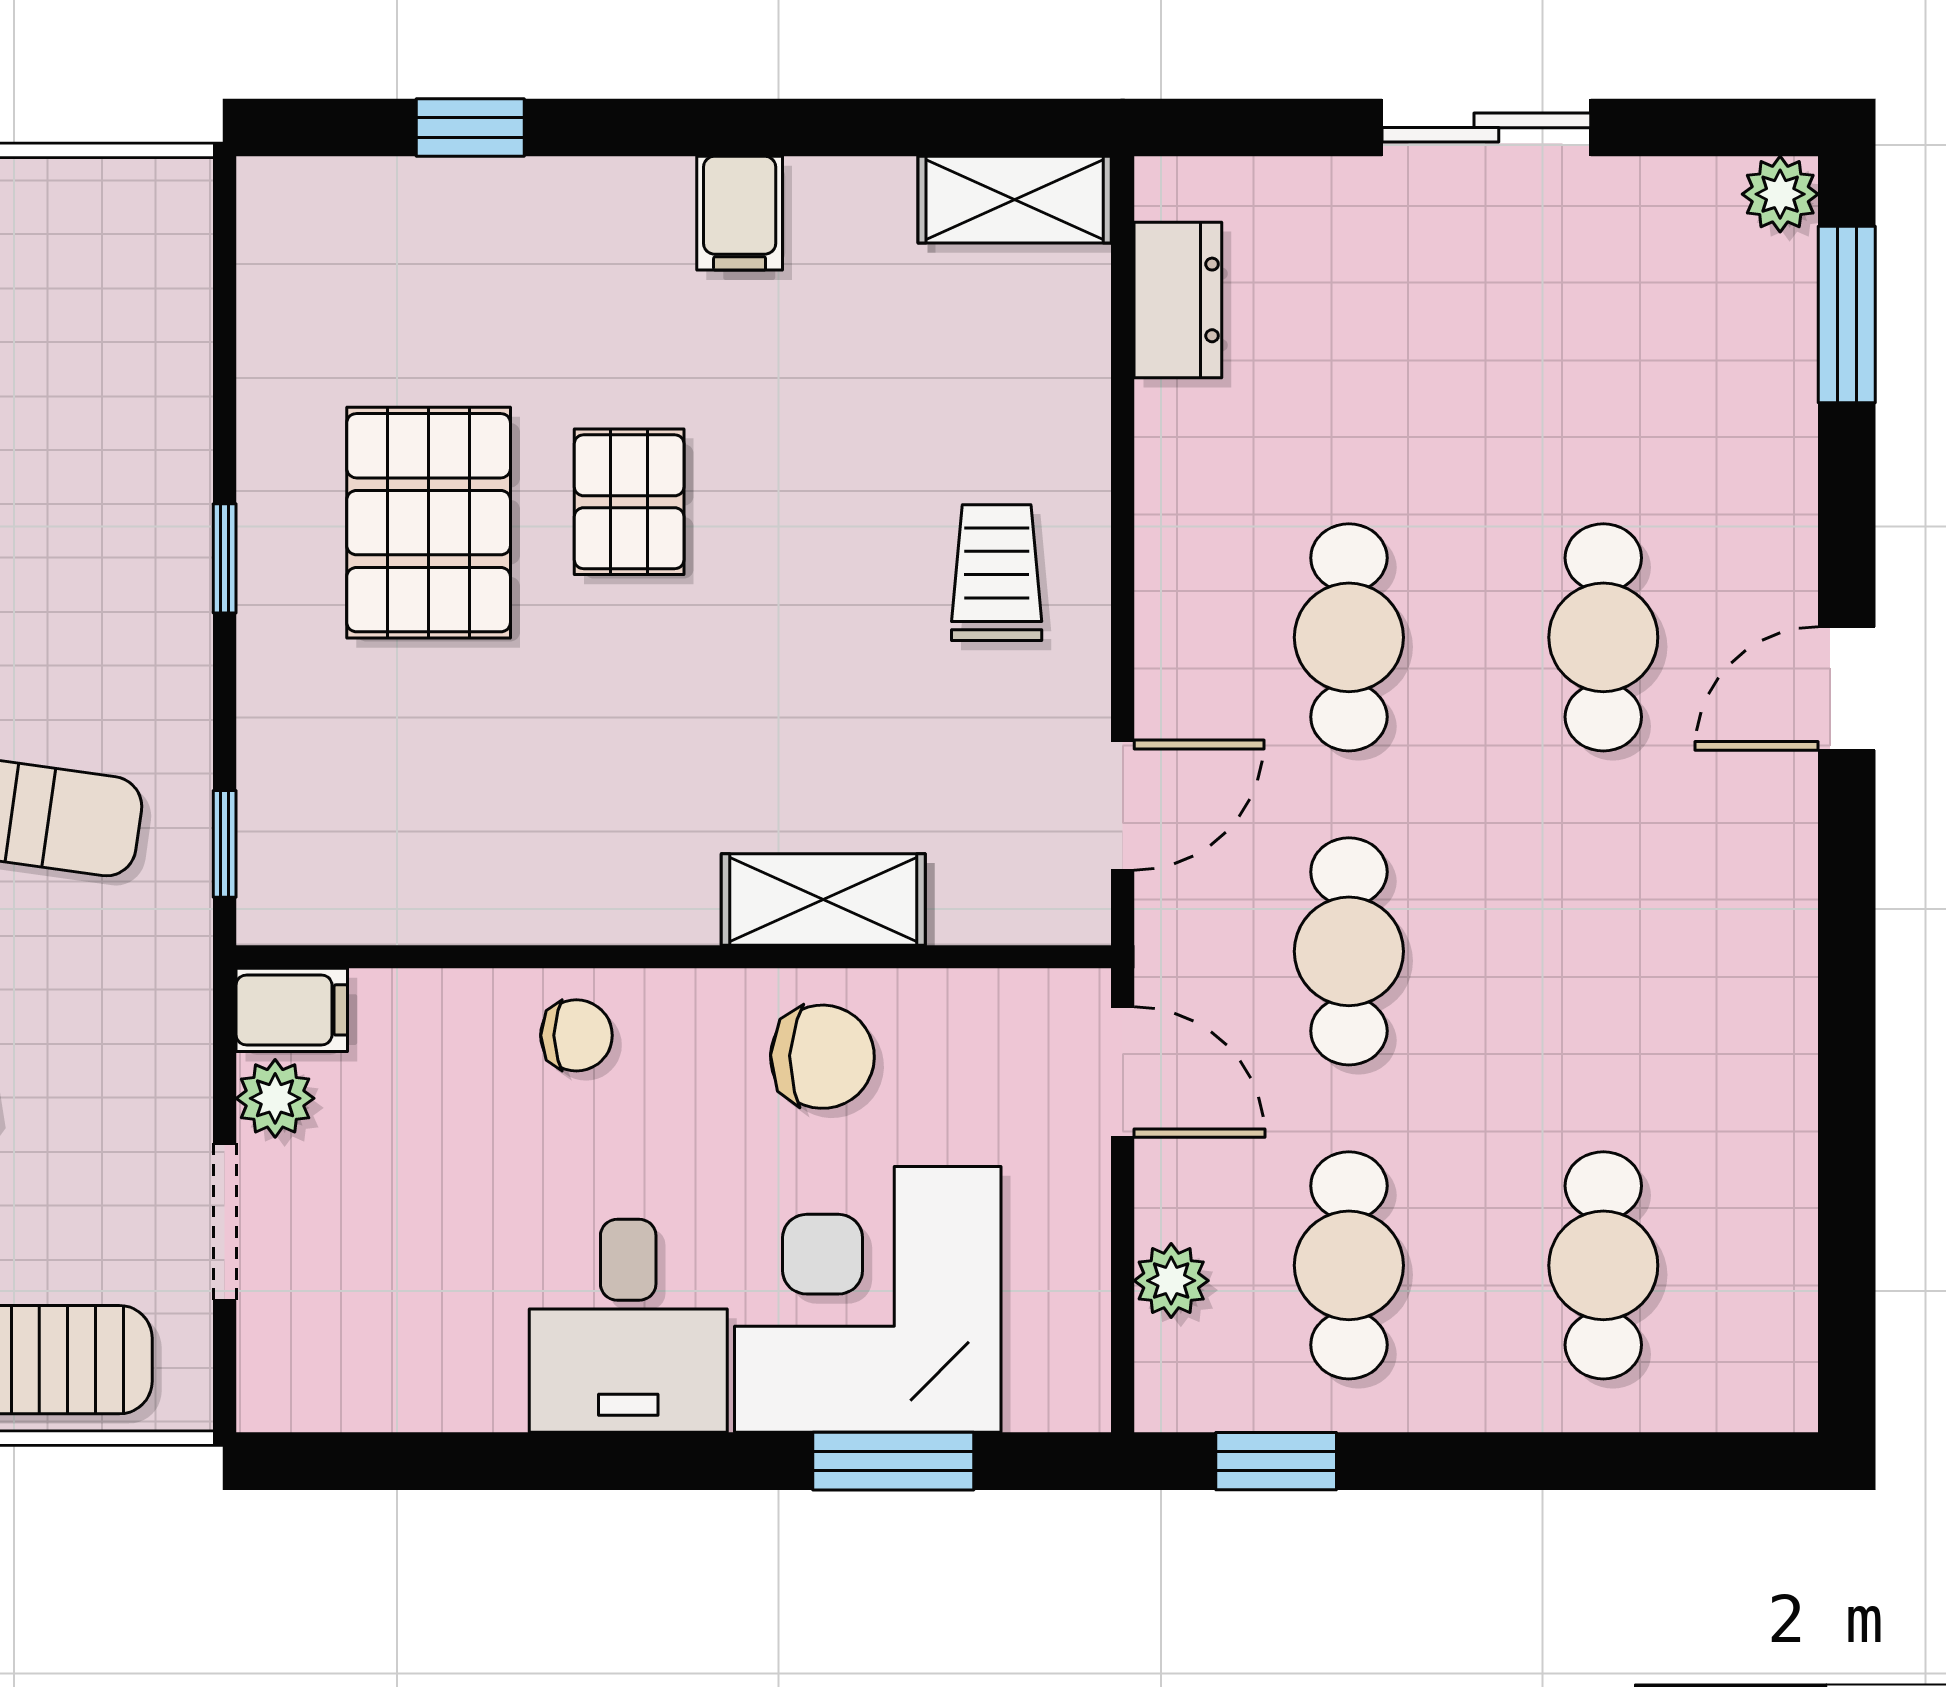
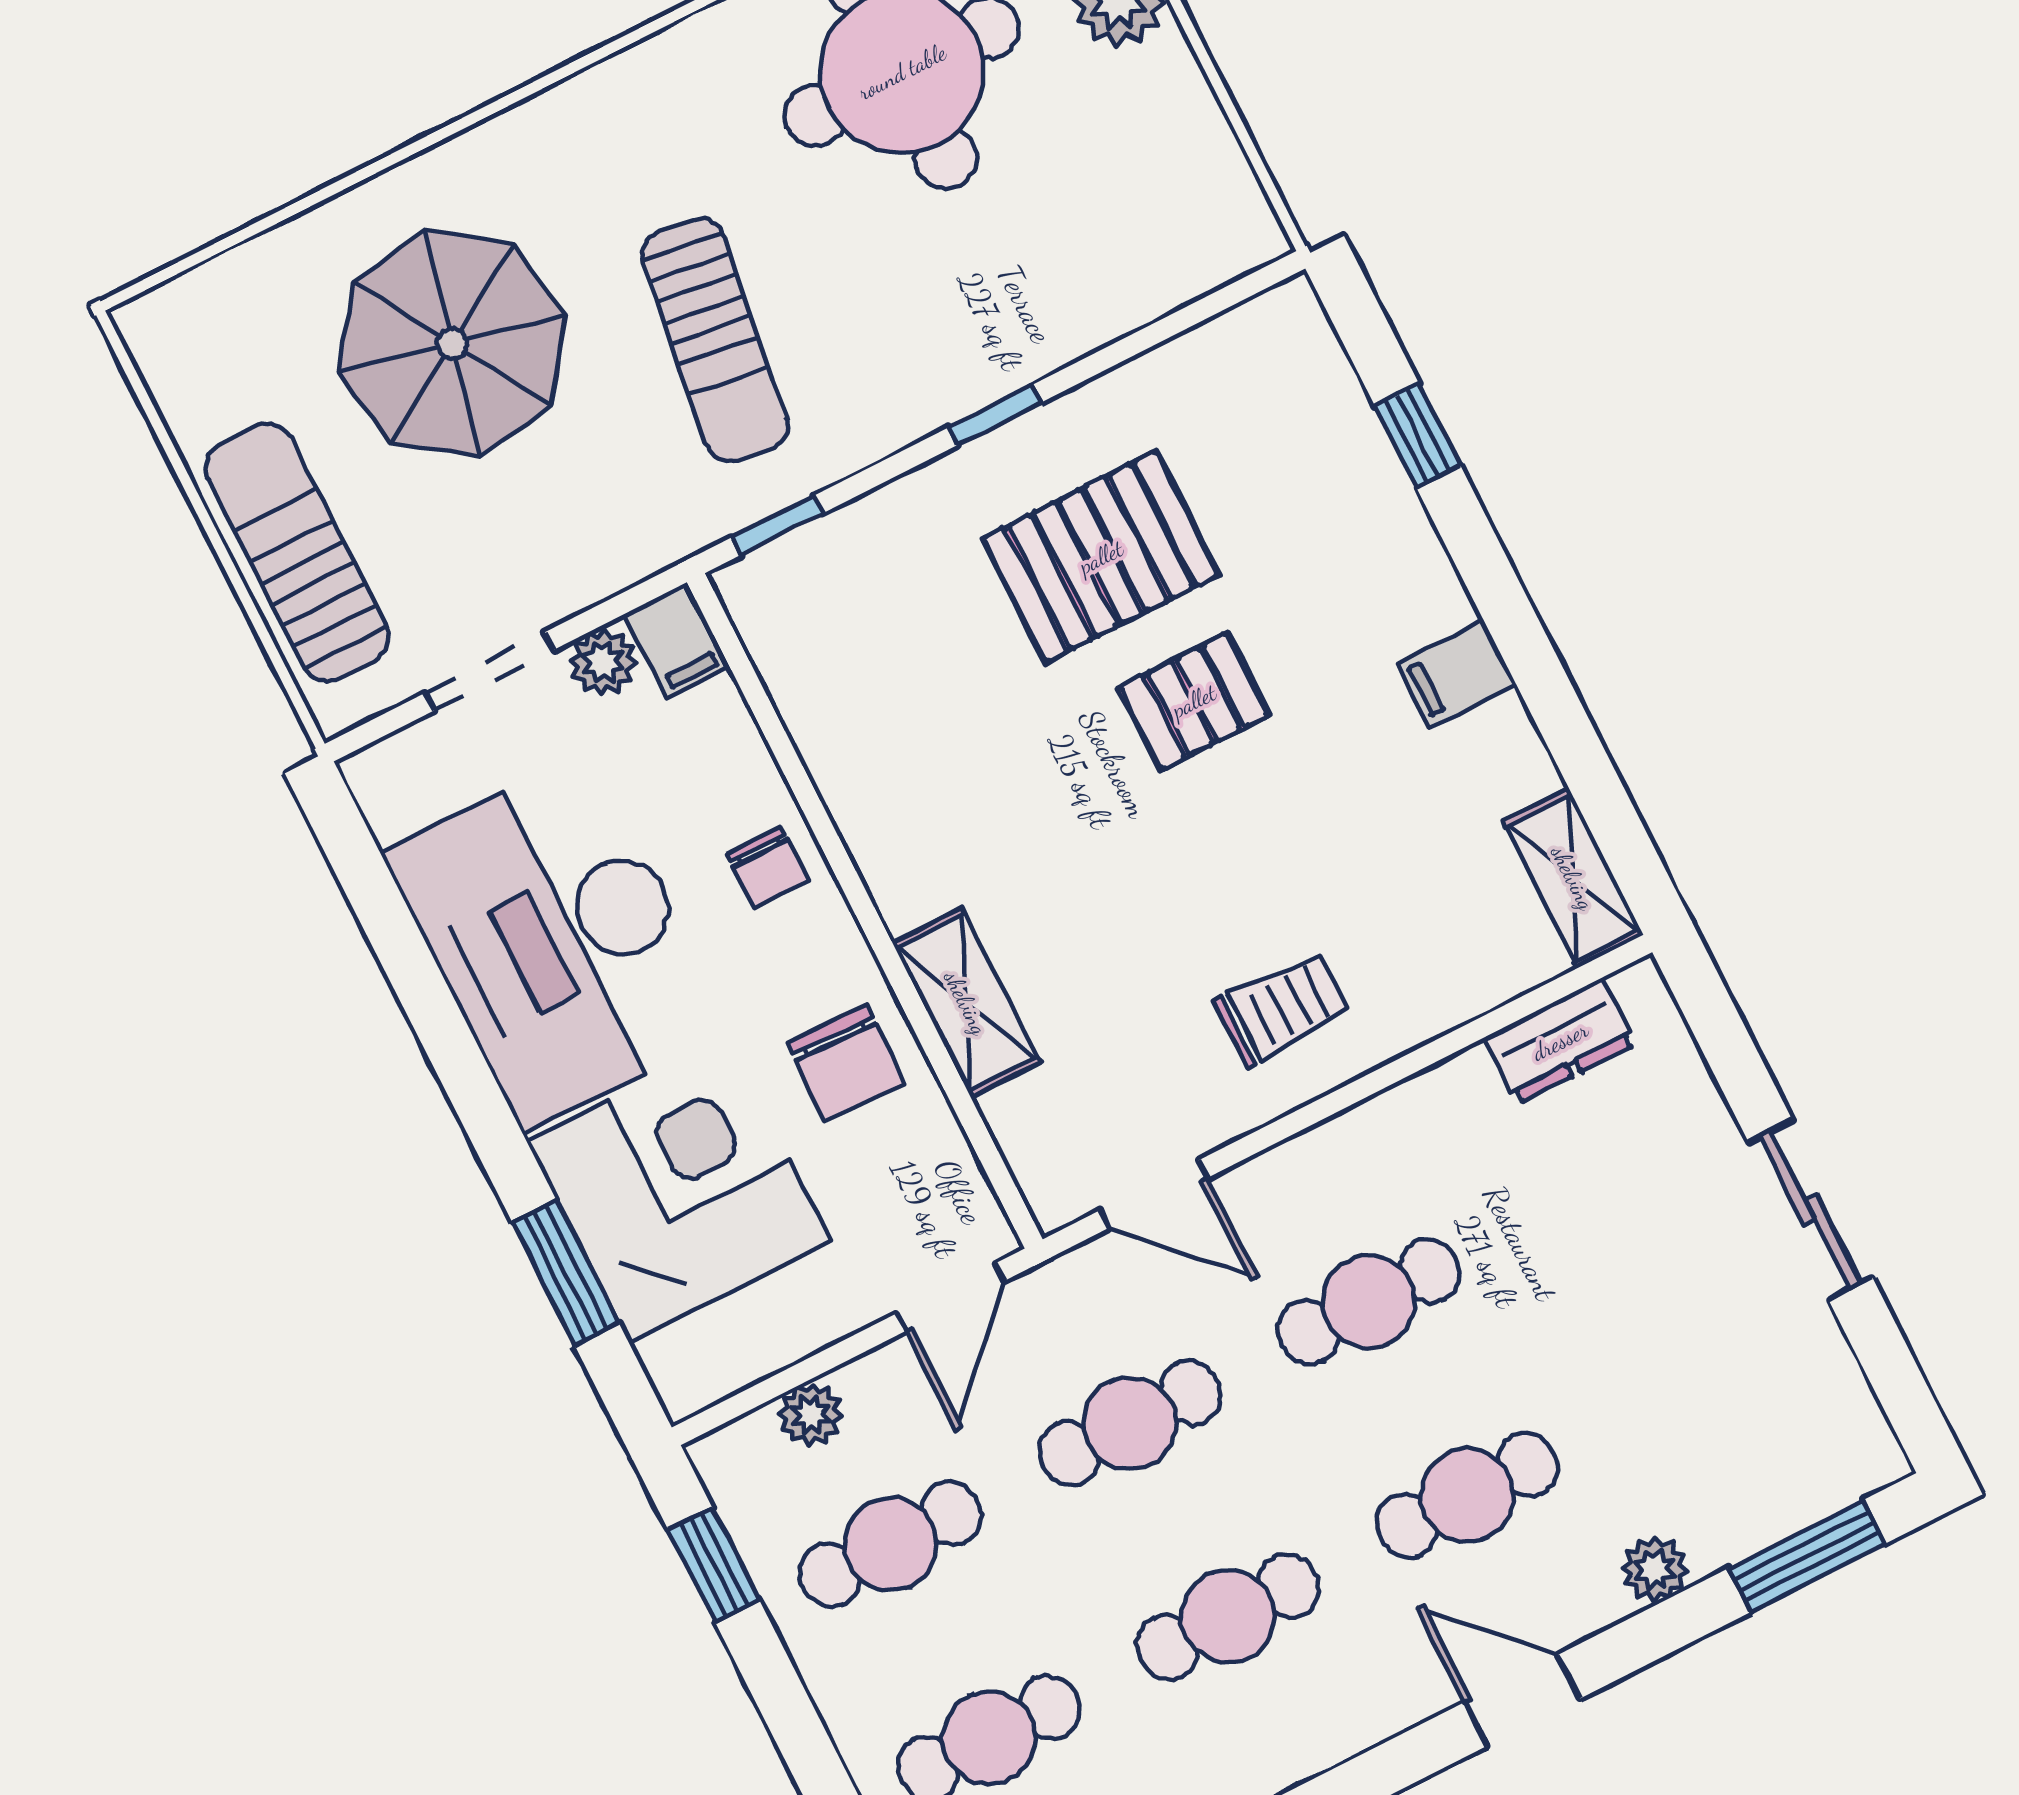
plant: (1780, 194) -> (1655, 1569), moved
cafe table: (1603, 951) -> (1228, 1617), added
desk: (628, 1326) -> (557, 941), width x1.87, depth x1.30

